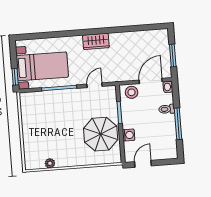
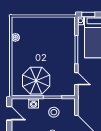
stool: (132, 92) -> (54, 112), moved

